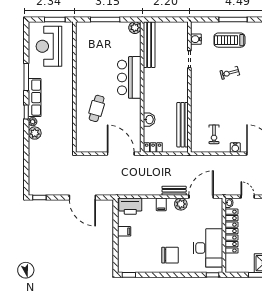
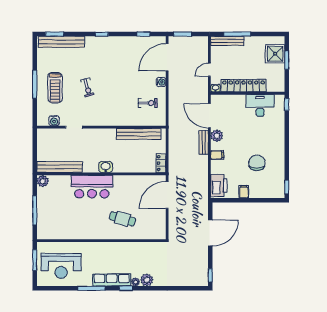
washbasin: (149, 120) -> (106, 167), moved
desk: (208, 248) -> (260, 105), width x0.73, depth x0.77
chair: (170, 255) -> (257, 163), moved

